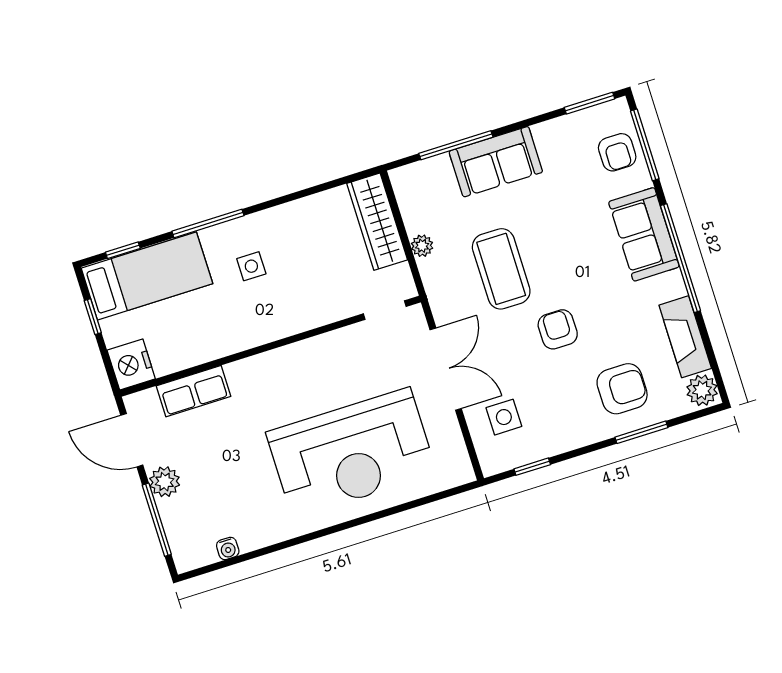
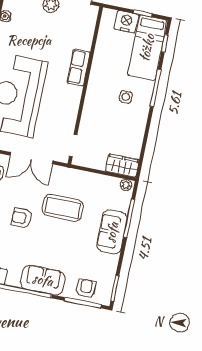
armchair: (617, 152) -> (86, 289), turned 90
wardrobe: (377, 222) -> (122, 166), width x0.67
plant: (422, 246) -> (126, 185), moved
armchair: (558, 329) -> (22, 218), turned 180
nightstand: (131, 364) -> (126, 22), moved
row of seats: (194, 391) -> (79, 68), moved

